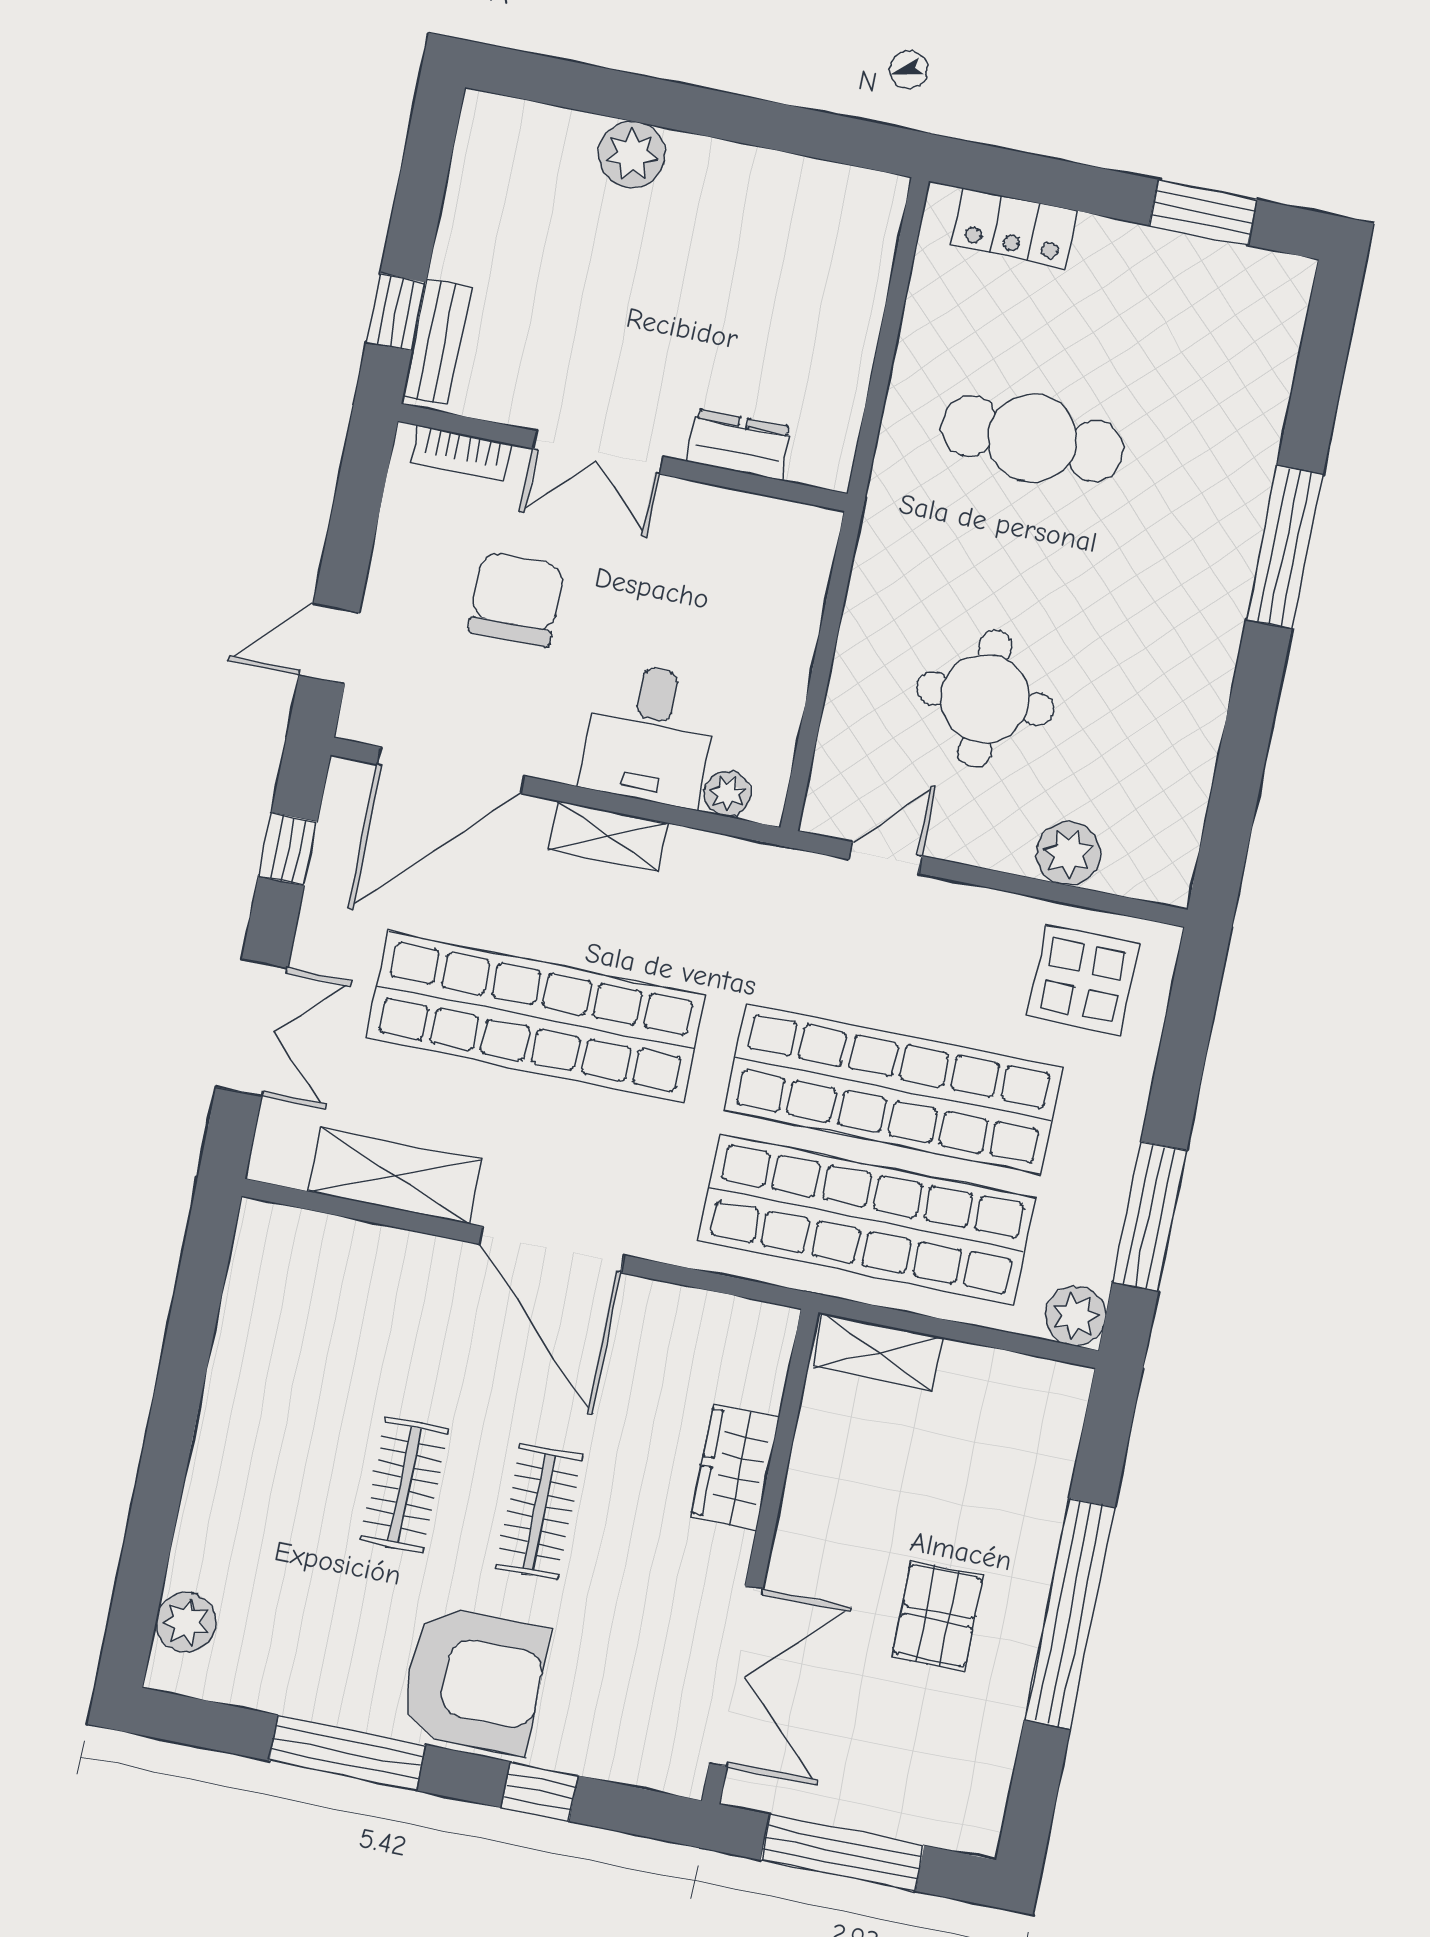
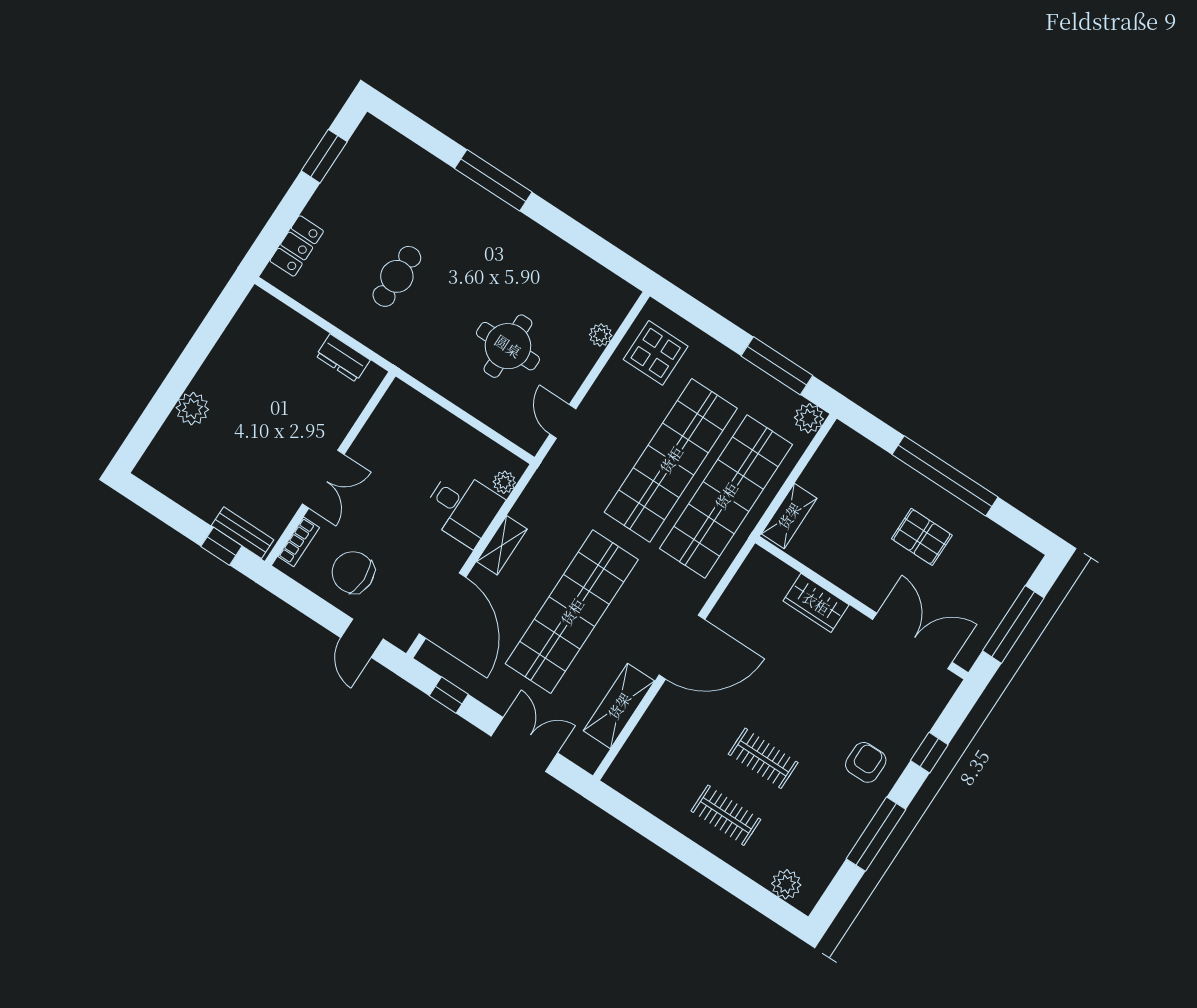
cafe table: (1032, 438) -> (397, 276), width x0.73, depth x0.74
dresser: (739, 444) -> (343, 358), moved, turned -90
chair: (516, 599) -> (353, 572), moved
plant: (1068, 853) -> (601, 335), width x0.73, depth x0.73
clothes rail: (539, 1512) -> (726, 815), moved
armchair: (474, 1680) -> (866, 762), width x0.53, depth x0.53

